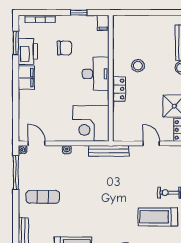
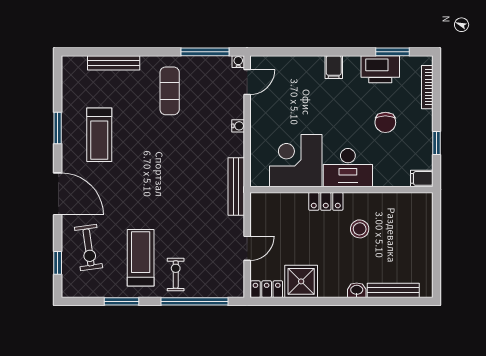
filing cabinet: (26, 78) -> (334, 67), width x0.50
corner desk: (91, 123) -> (296, 161), moved

